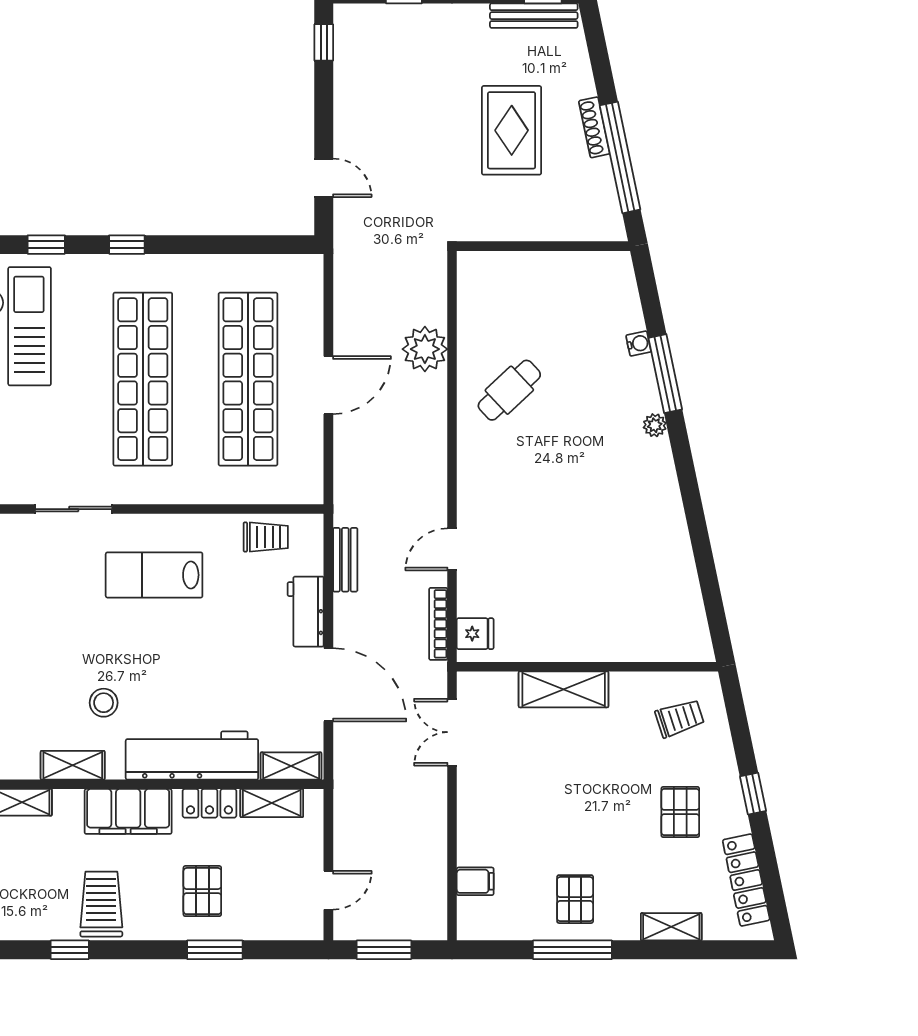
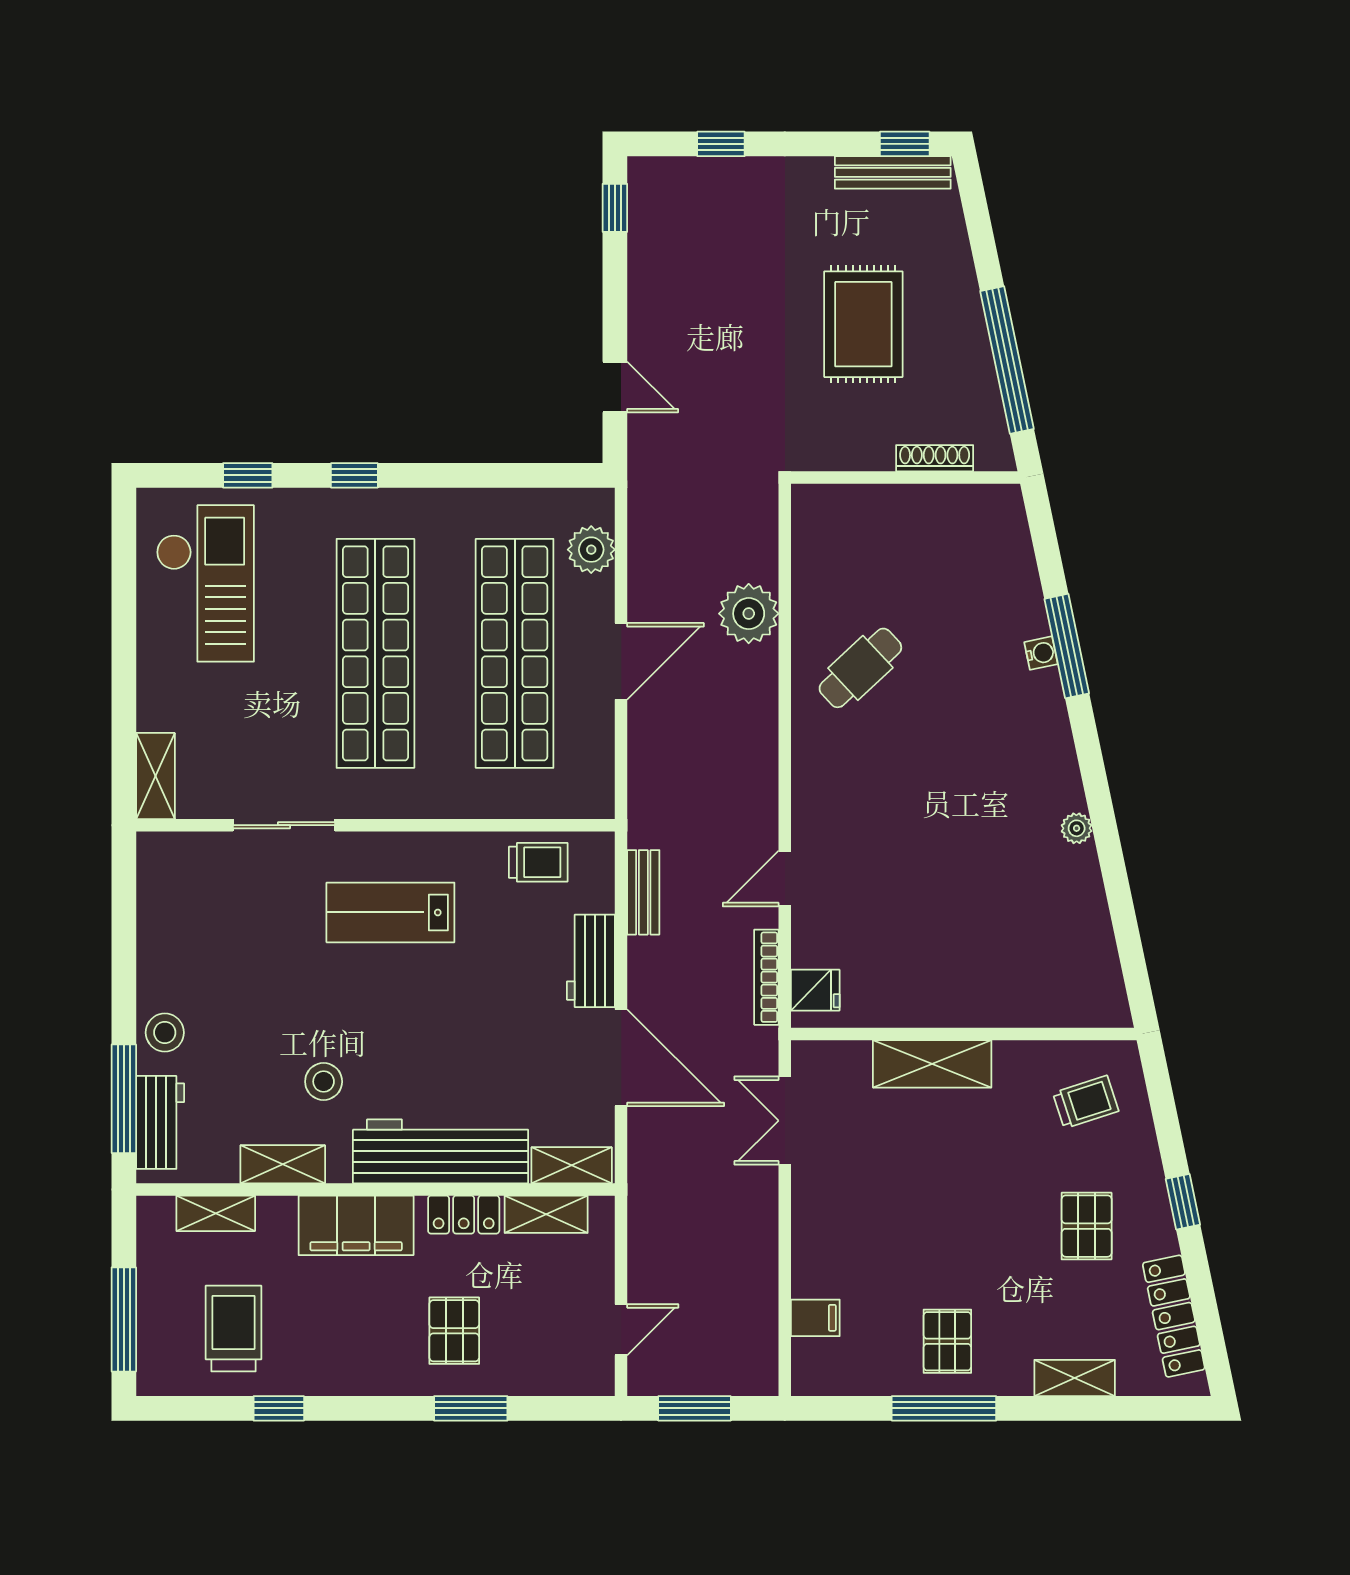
shoe rack: (594, 127) -> (935, 458), moved, turned 102
plant: (306, 301) -> (591, 550), added
water cooler: (638, 344) -> (1041, 653), moved
plant: (655, 425) -> (1077, 828), moved
trolley: (101, 904) -> (233, 1328), moved

